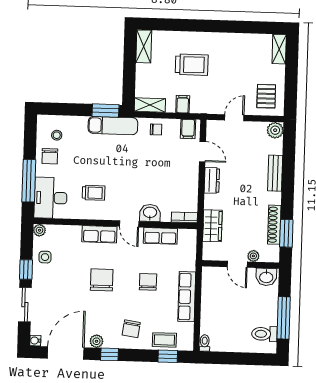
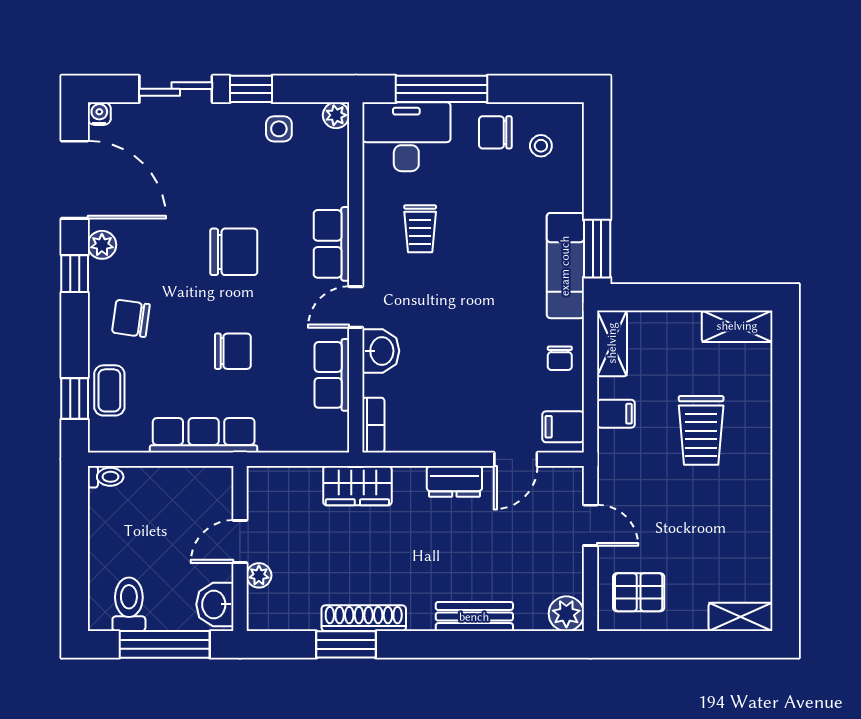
plant: (253, 256) -> (259, 575), moved
door: (237, 264) -> (240, 542), moved
wall: (241, 264) -> (240, 549), moved
washbasin: (266, 277) -> (215, 604), moved

